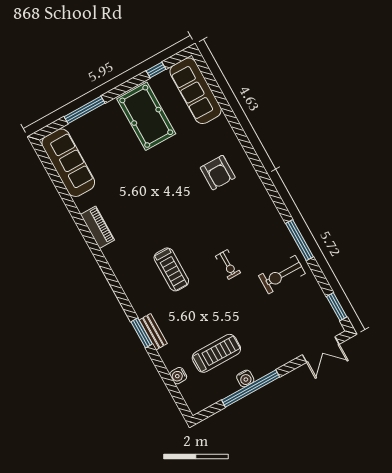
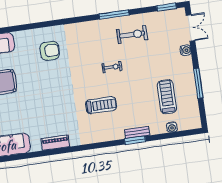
exercise bike: (282, 275) -> (132, 35), turned -90
water cooler: (245, 378) -> (186, 50), moved
window: (251, 389) -> (198, 83), width x0.68

